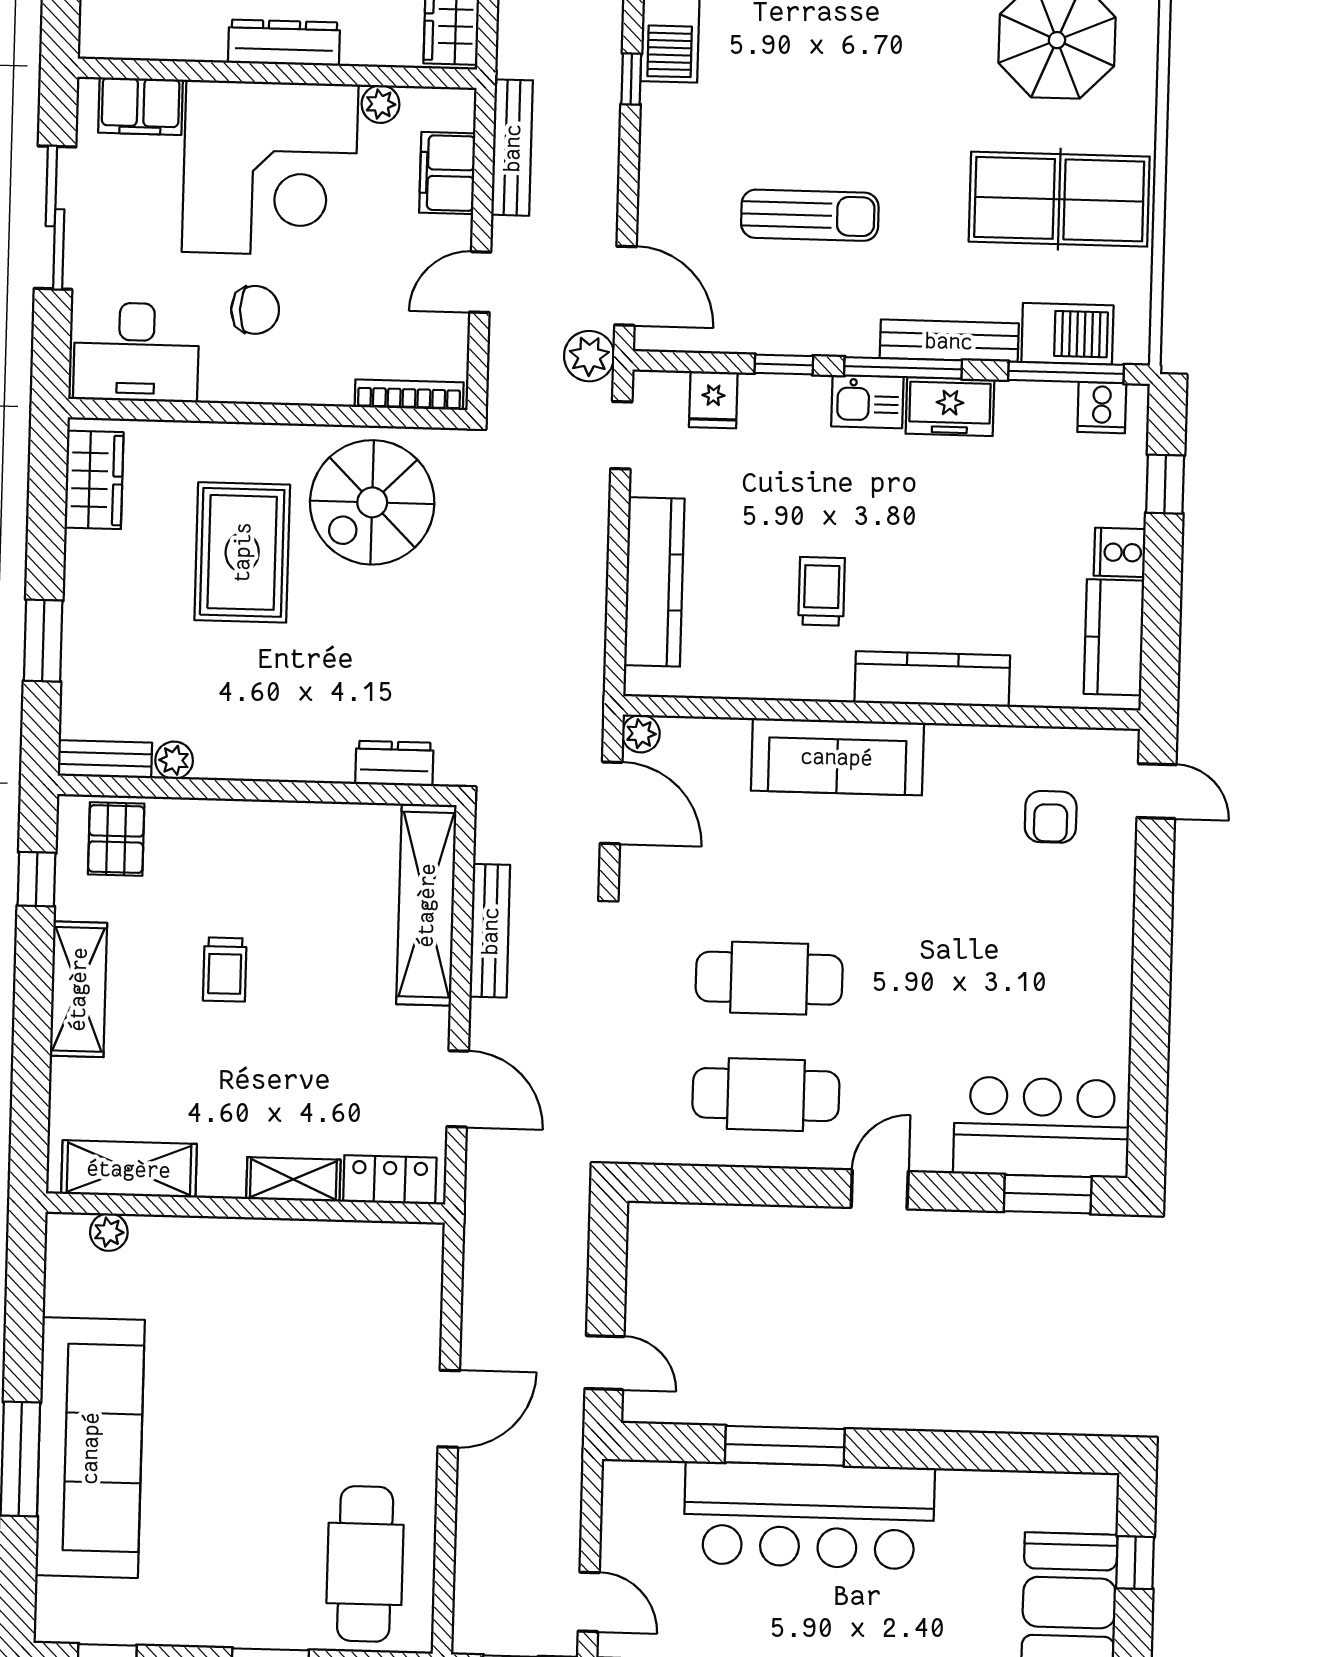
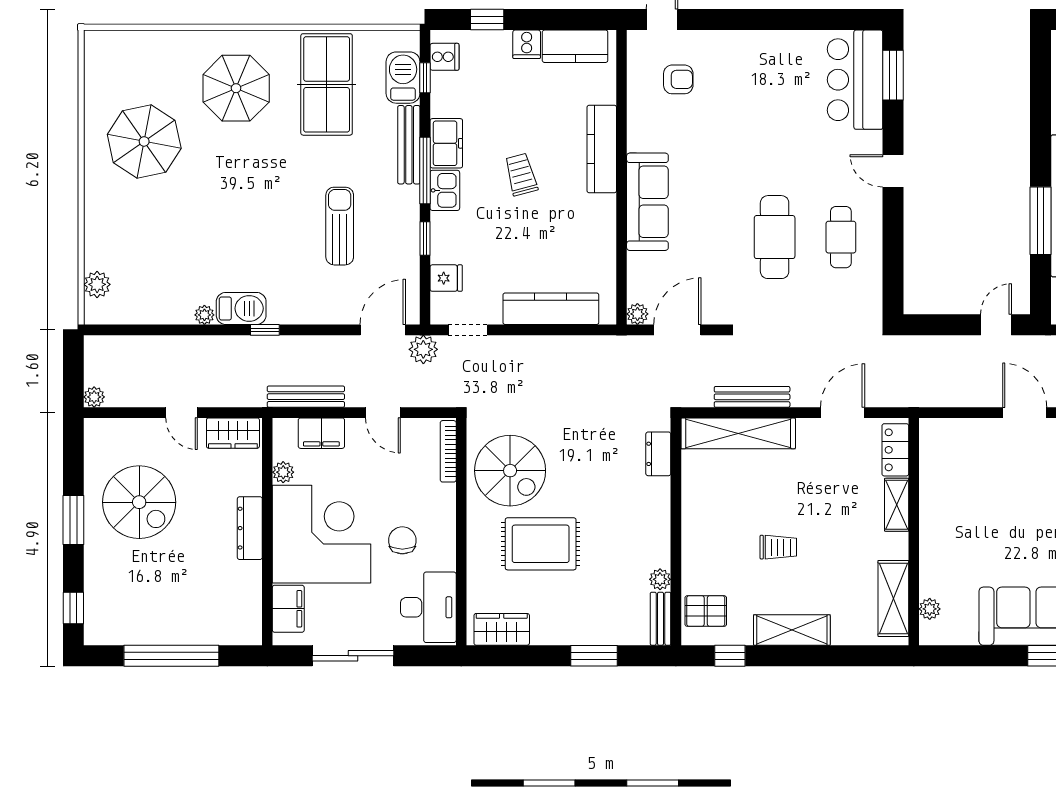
window: (1066, 372) -> (425, 78), width x0.46
trolley: (822, 591) -> (521, 175), moved, turned 75
cafe table: (766, 1095) -> (841, 237), width x0.73, depth x0.74

